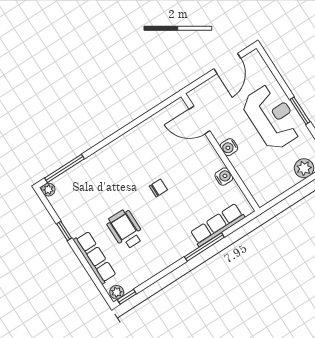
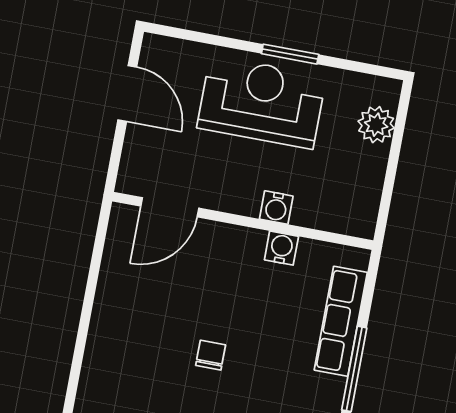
water cooler: (229, 147) -> (276, 208), moved

